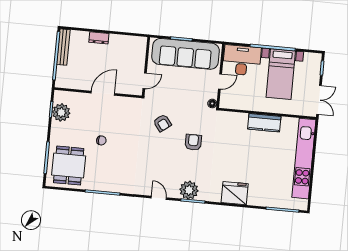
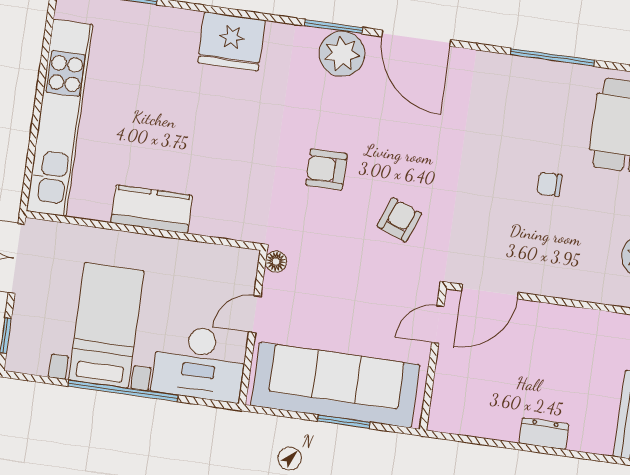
door: (103, 93) -> (490, 292), moved
armchair: (162, 123) -> (399, 220), turned 59
armchair: (193, 142) -> (326, 169), turned 90
door: (159, 198) -> (416, 38), width x1.87

